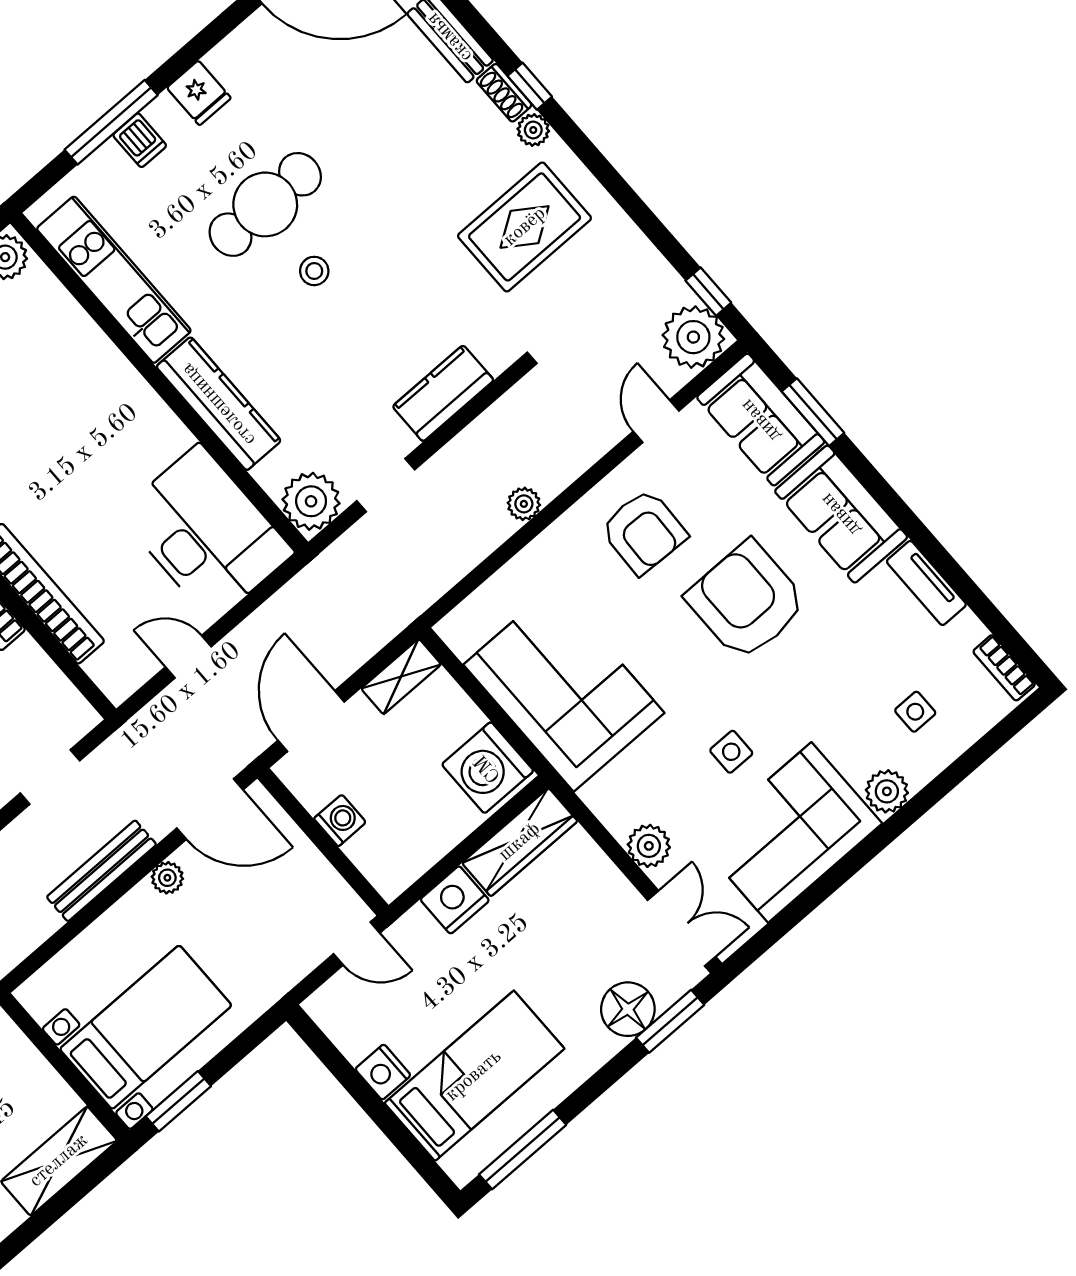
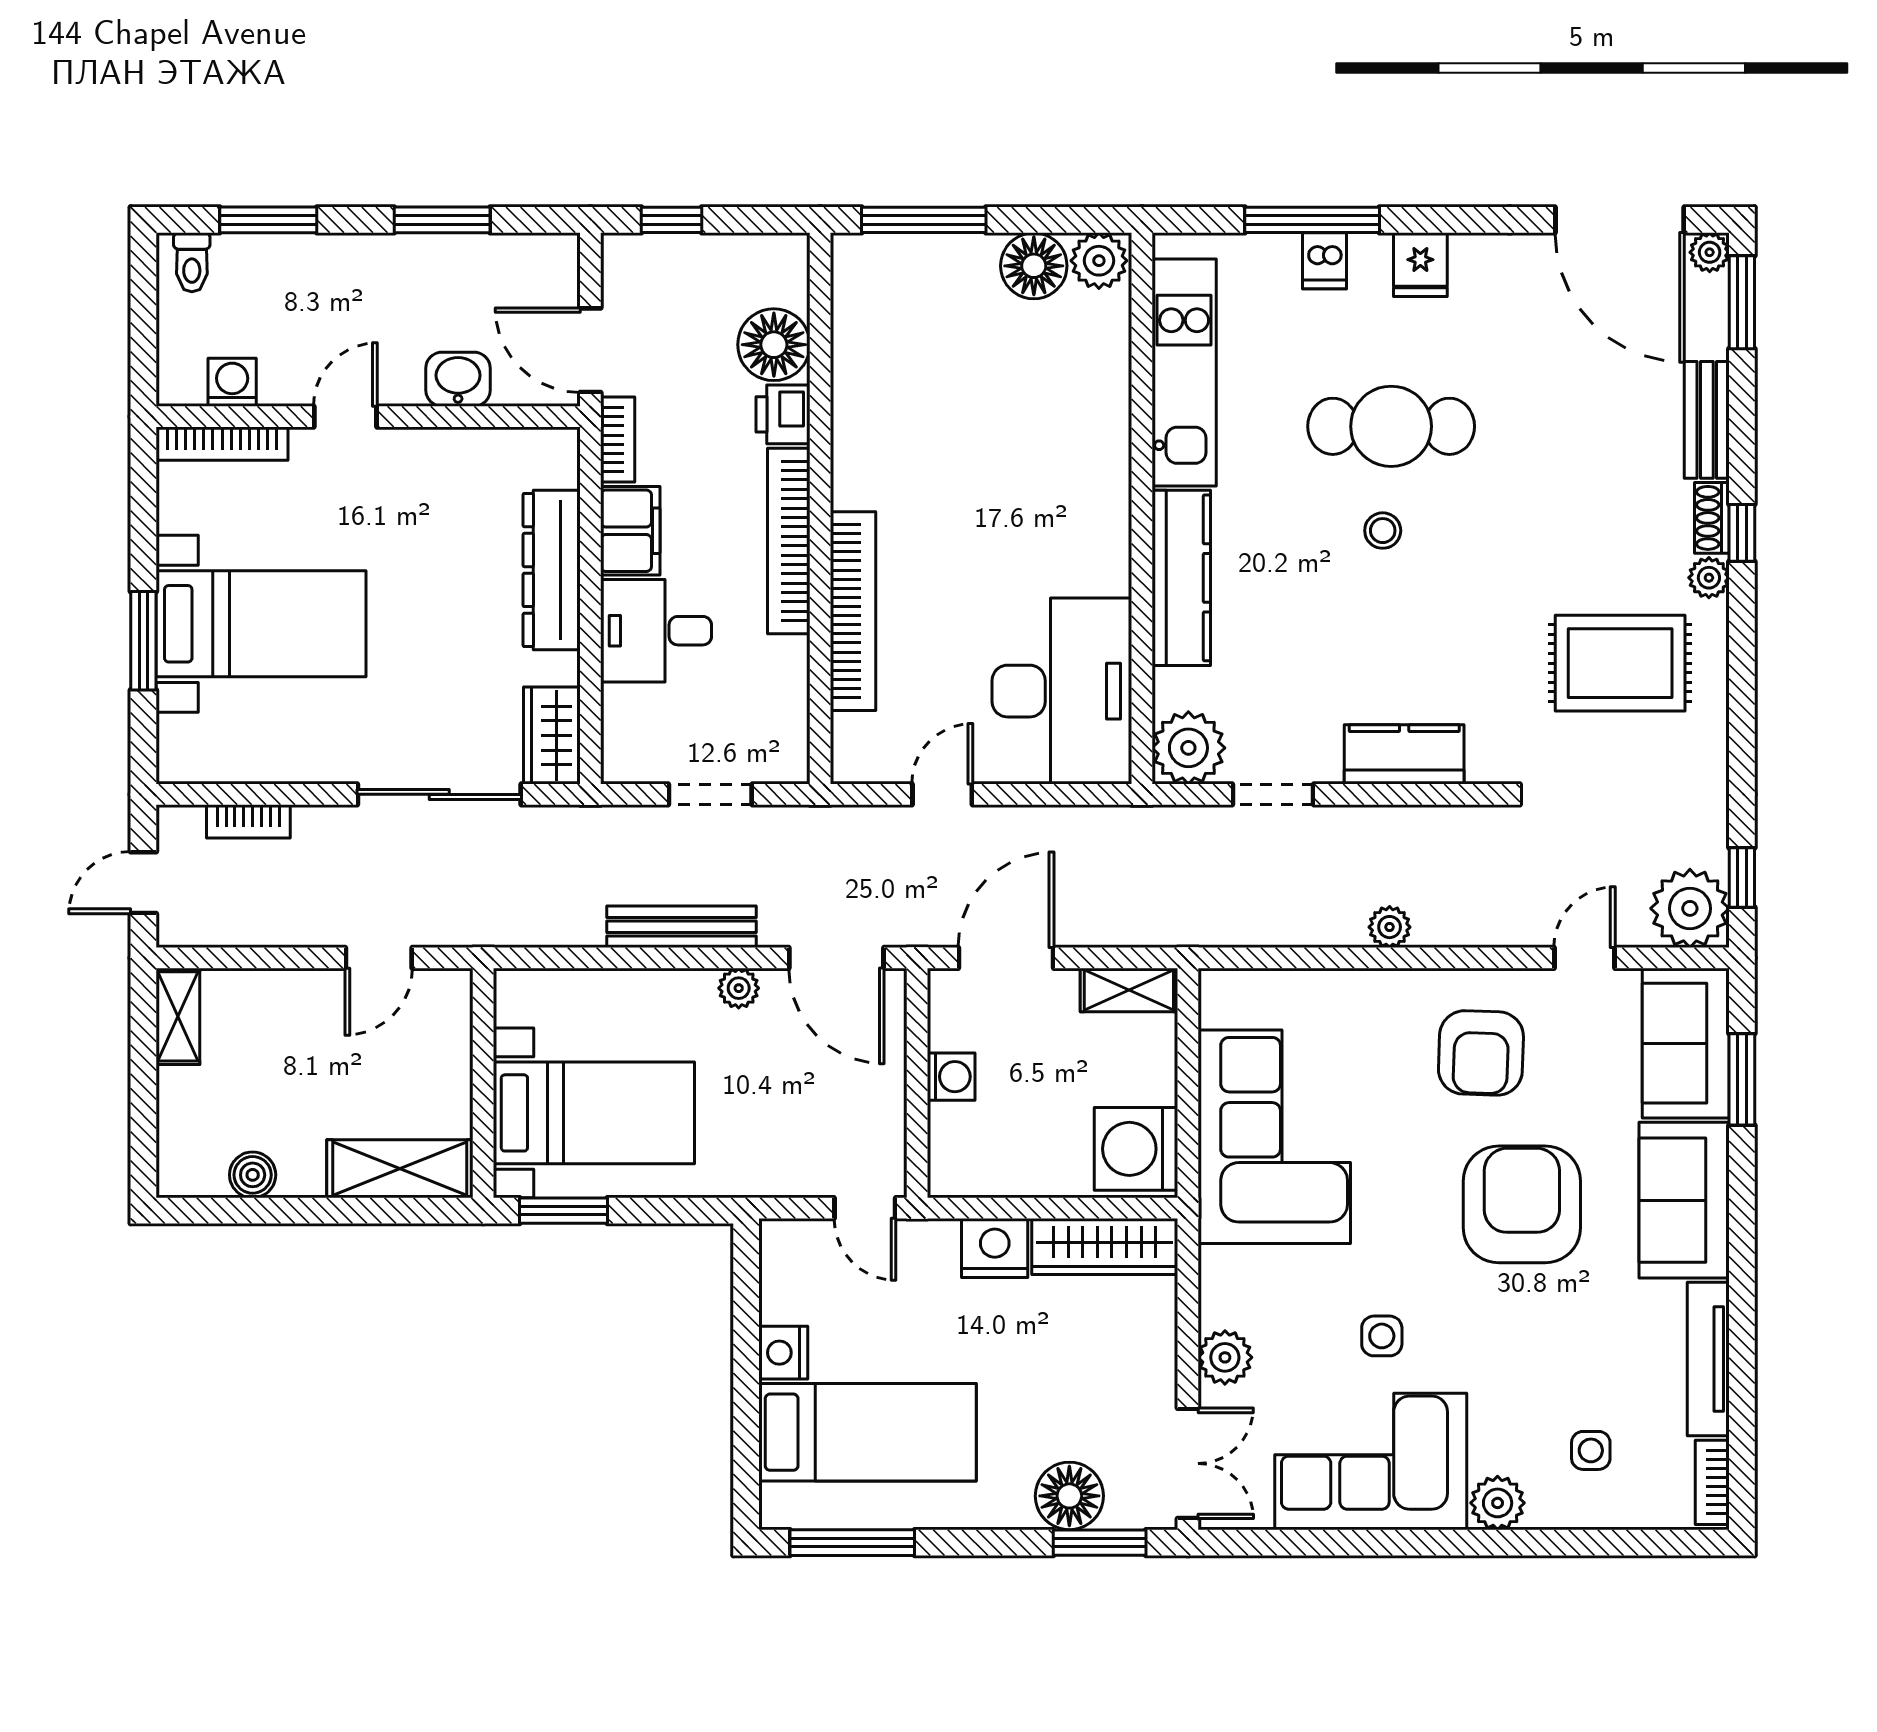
tv unit: (926, 583) -> (1708, 1359), width x1.41
door: (188, 657) -> (942, 794), hinge flipped

